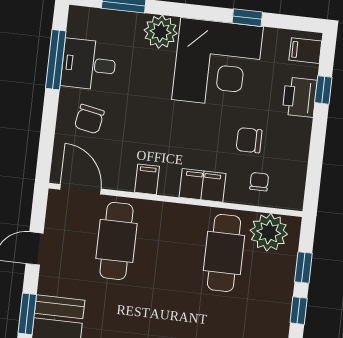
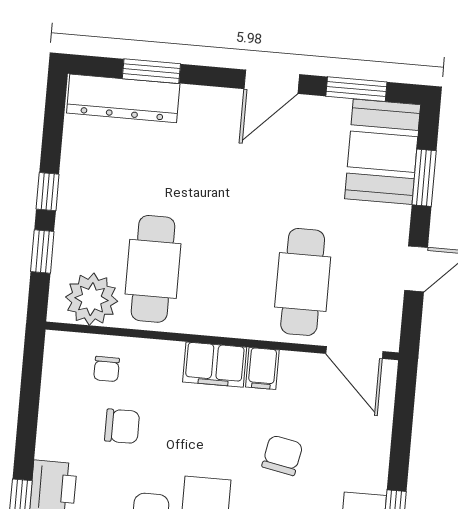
chair: (89, 119) -> (282, 455), moved
filing cabinet: (202, 185) -> (215, 365), moved

